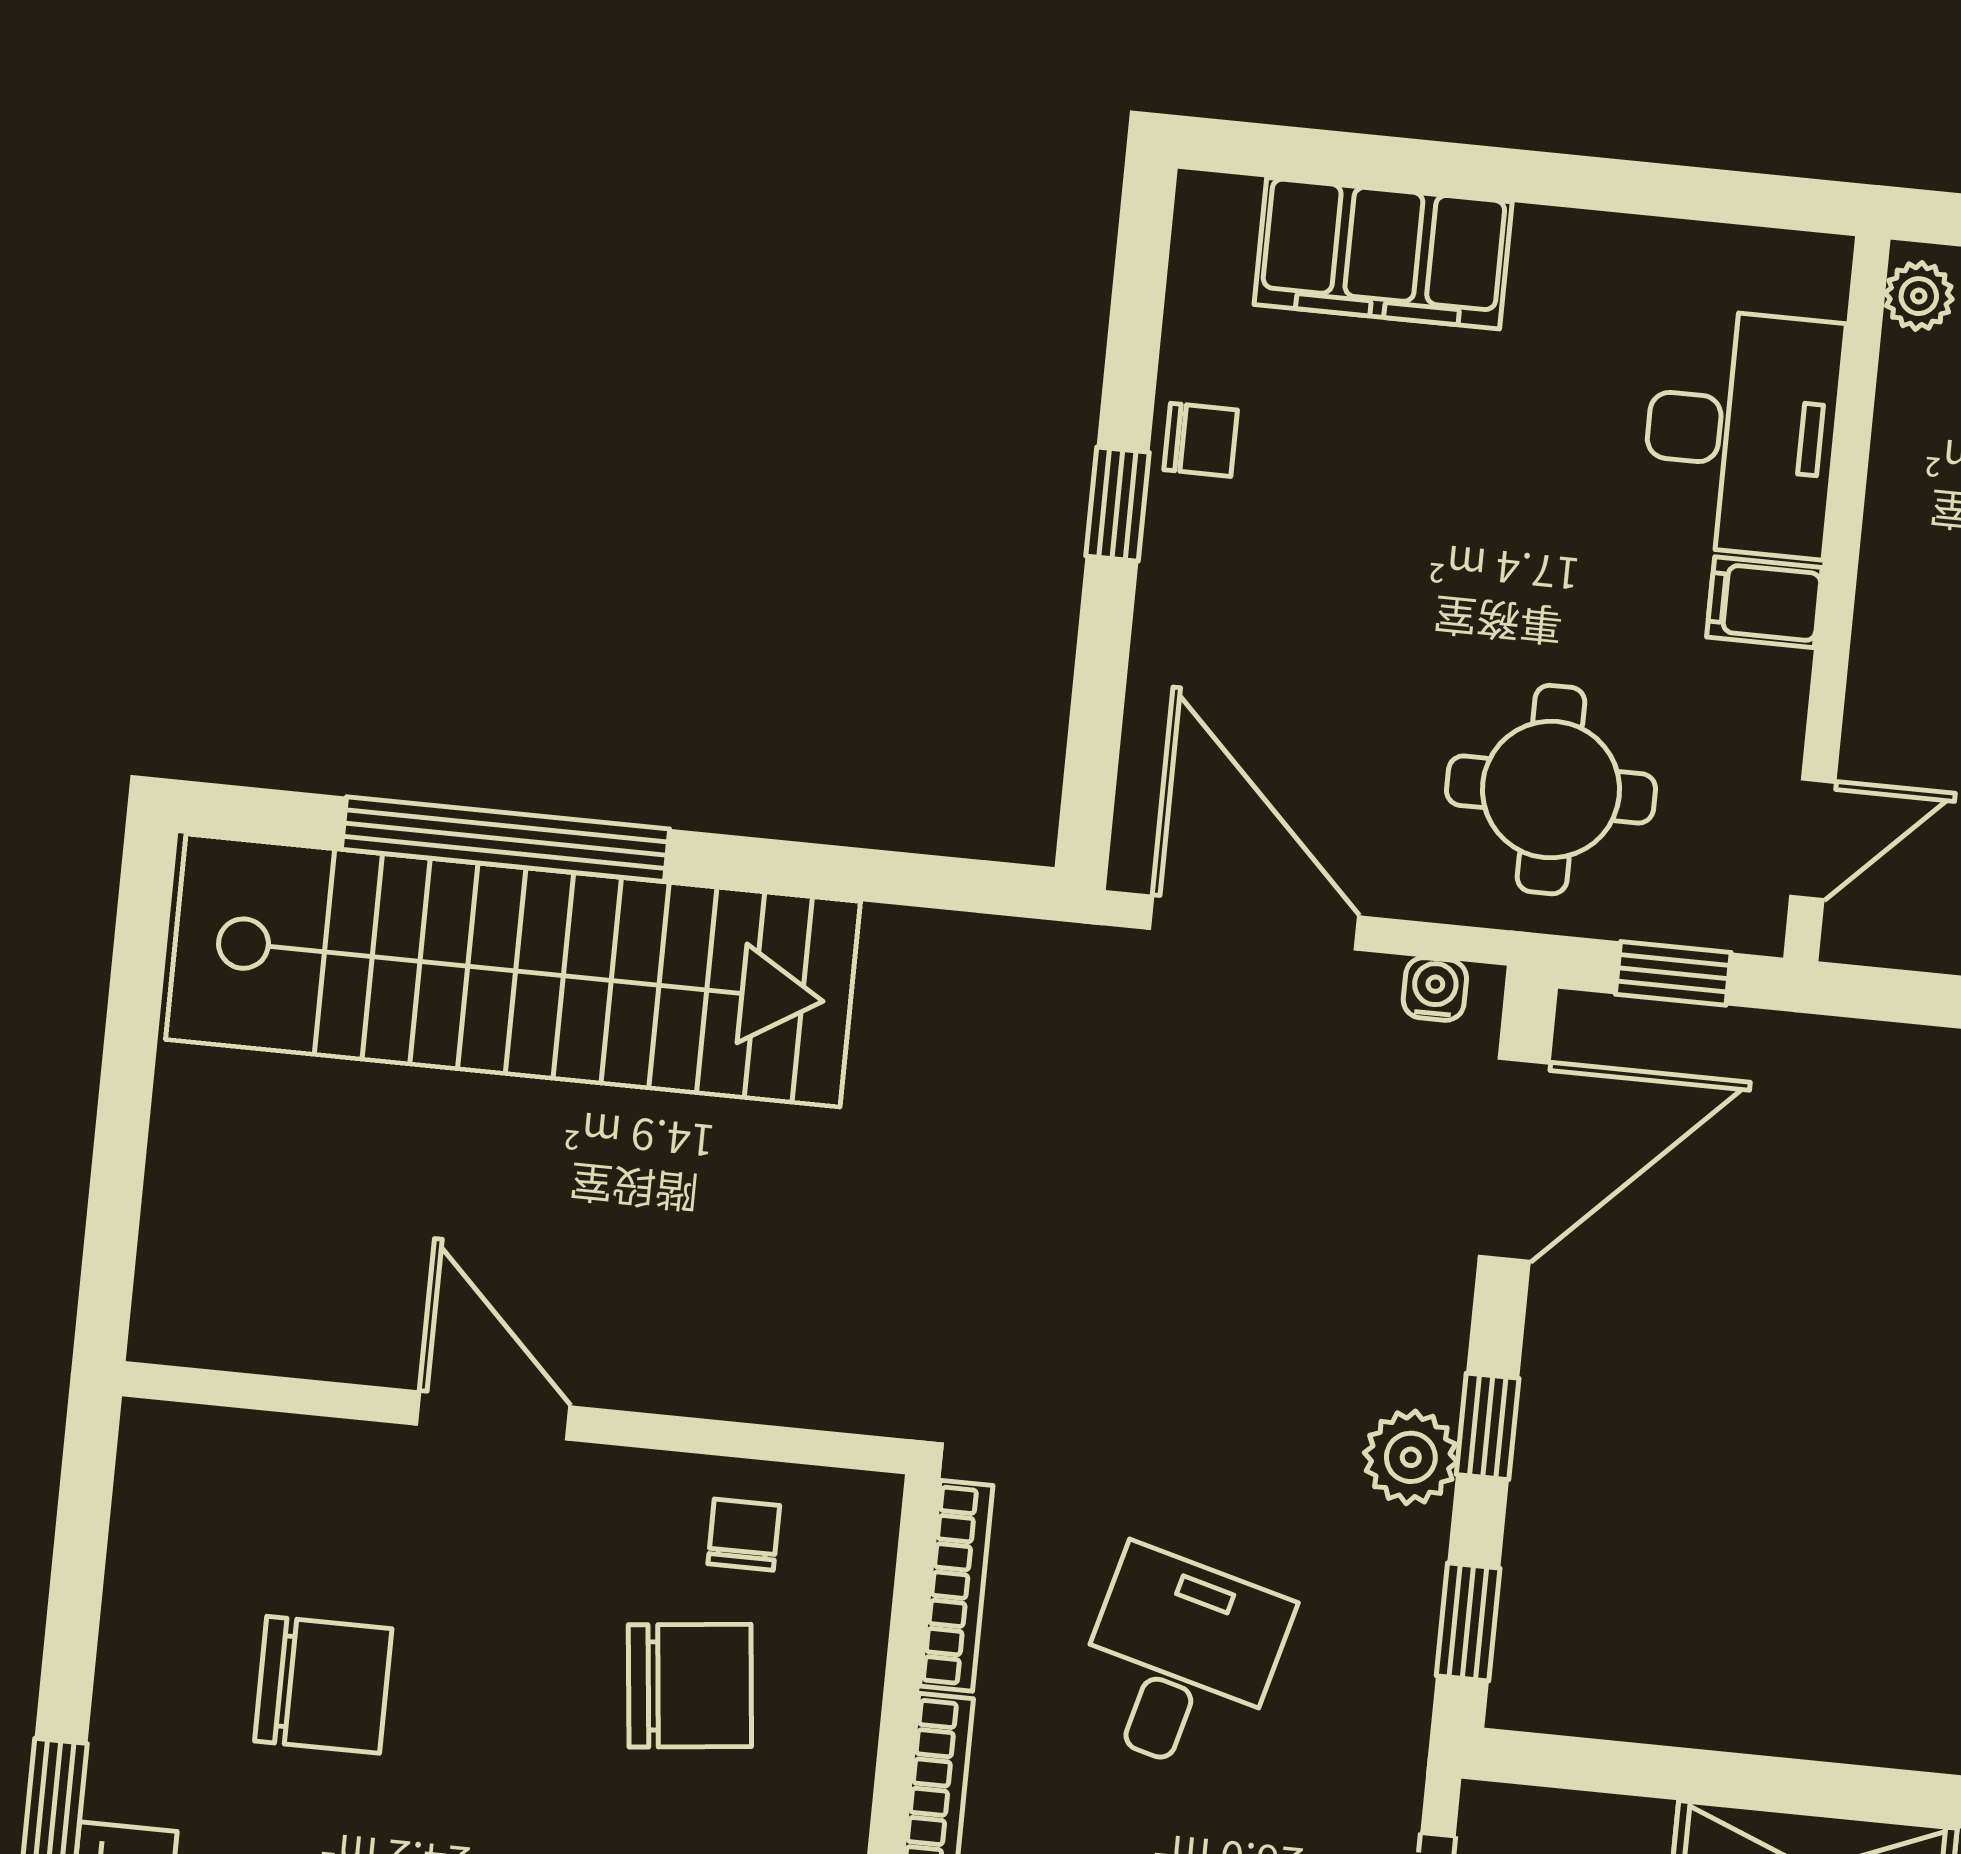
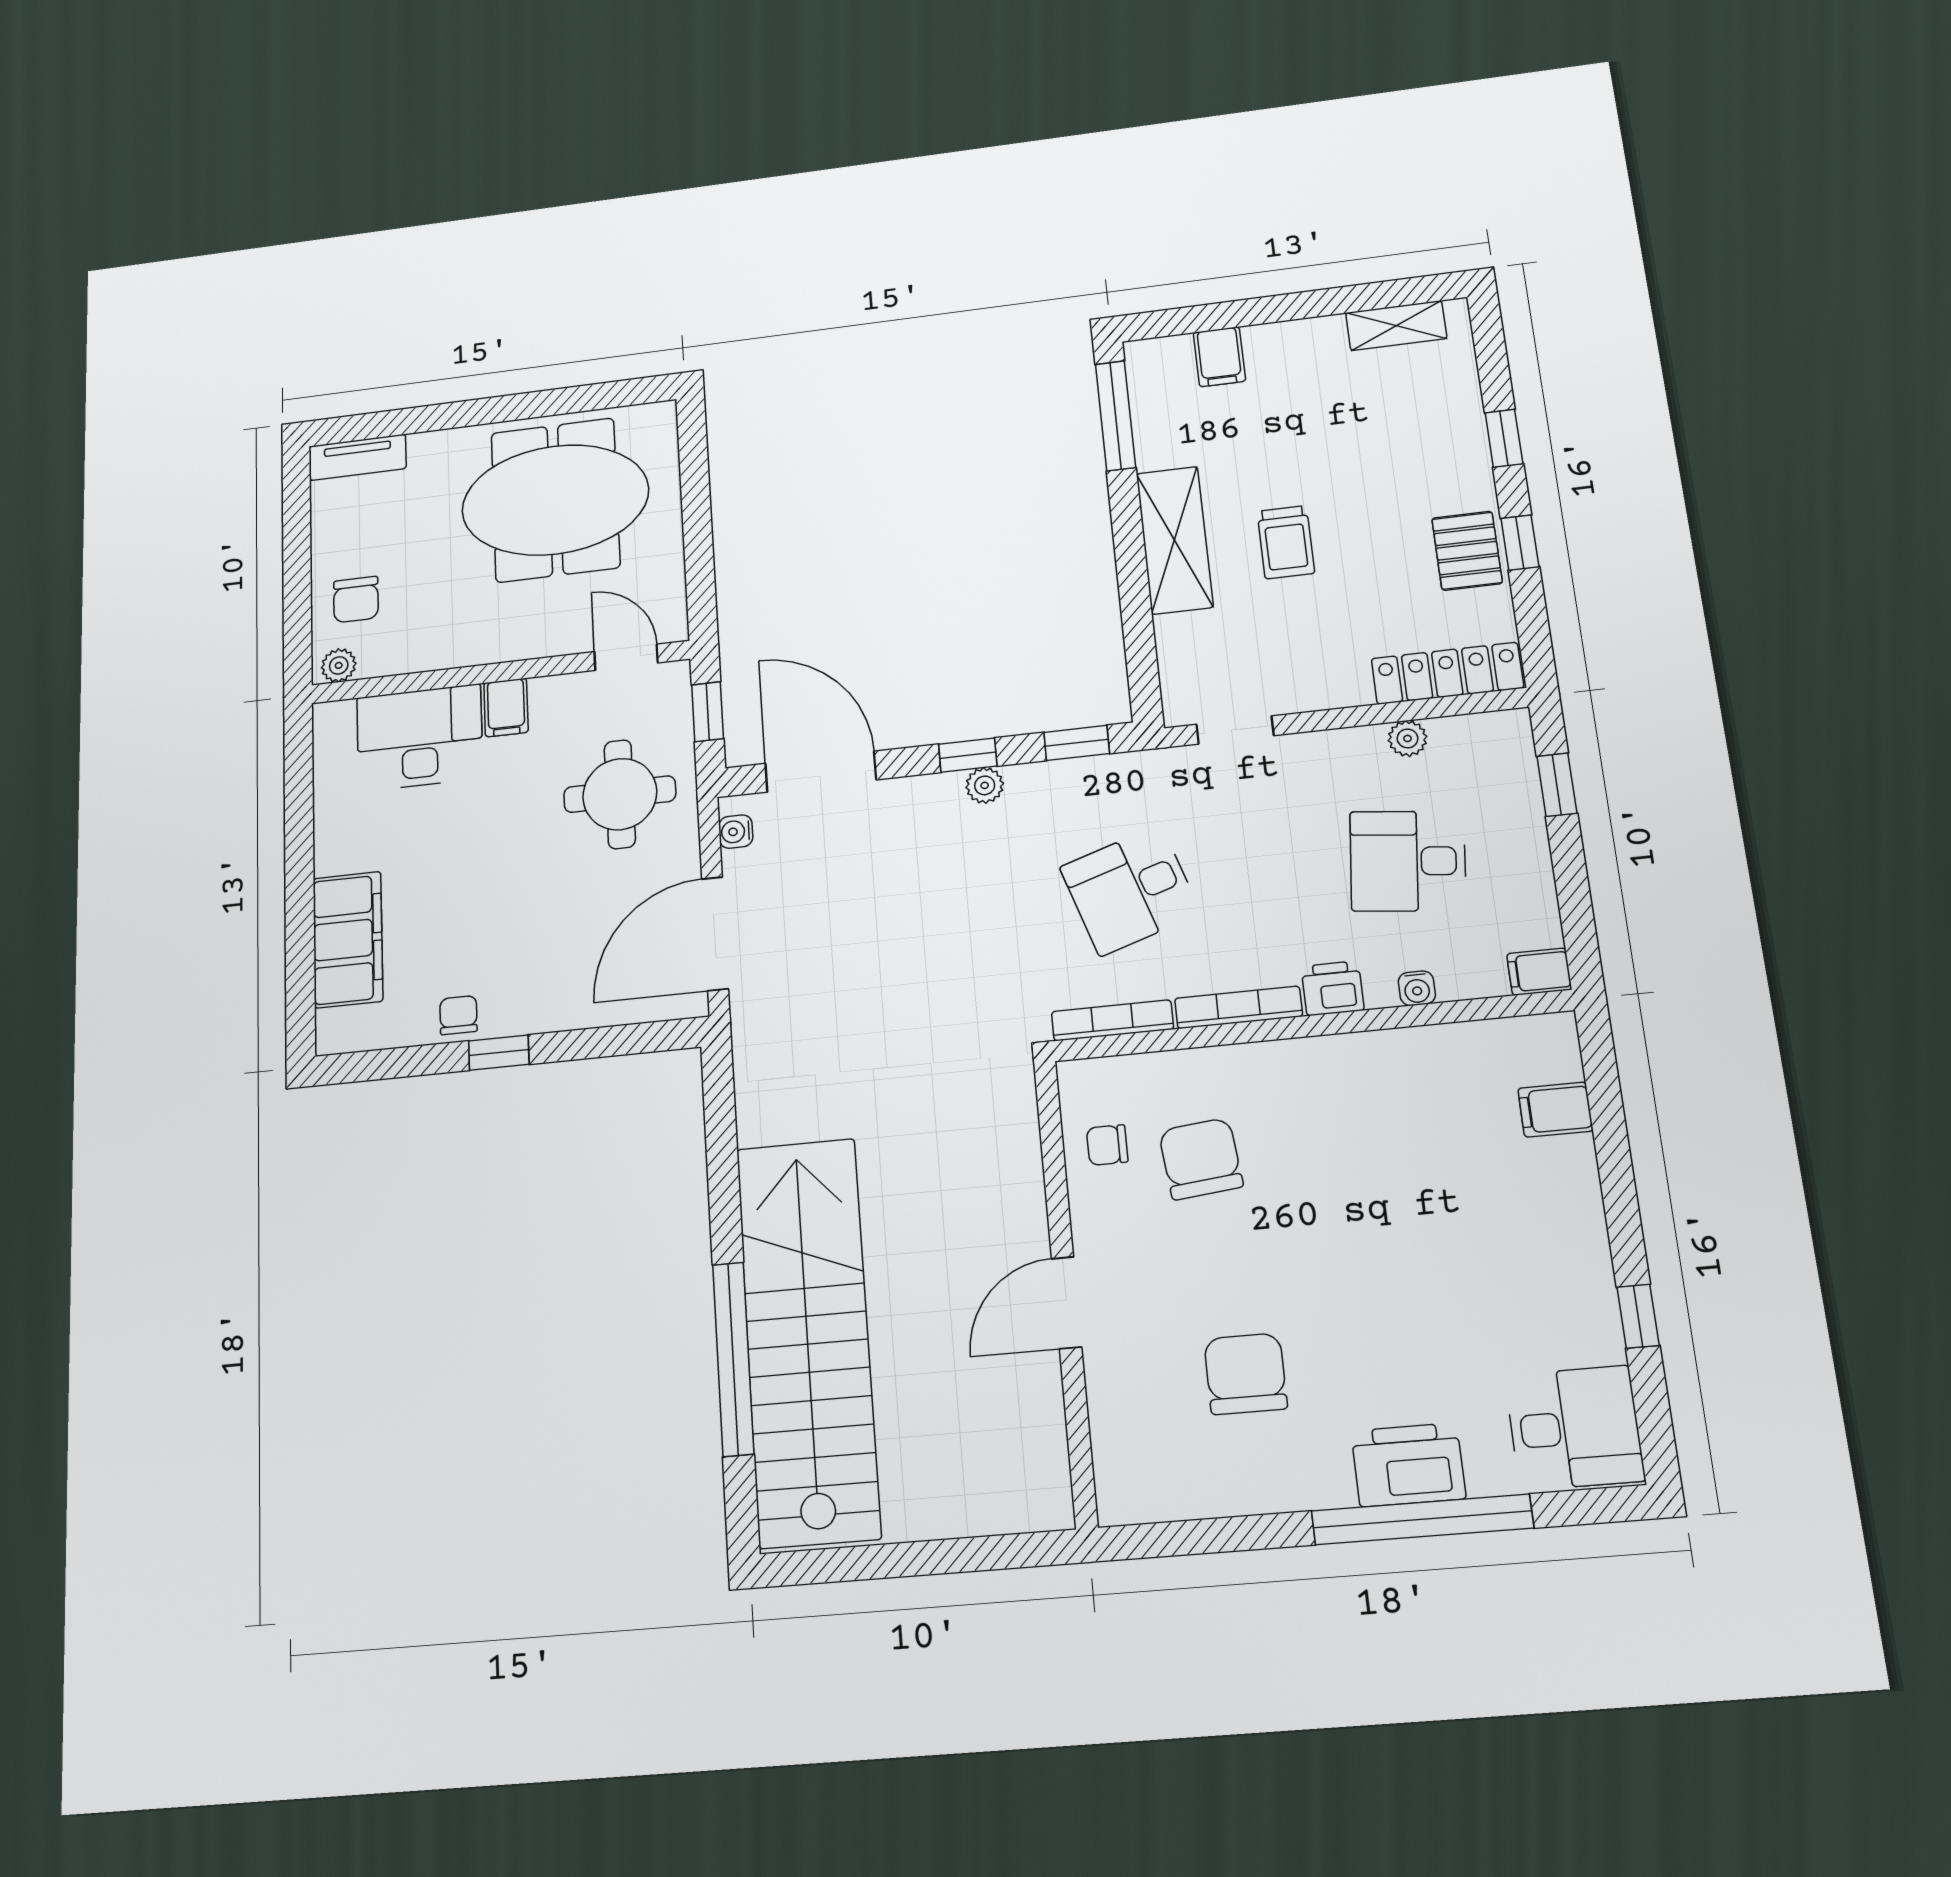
plant: (1411, 1457) -> (985, 785), width x0.73, depth x0.73
desk: (1180, 1662) -> (1130, 890), turned -33

